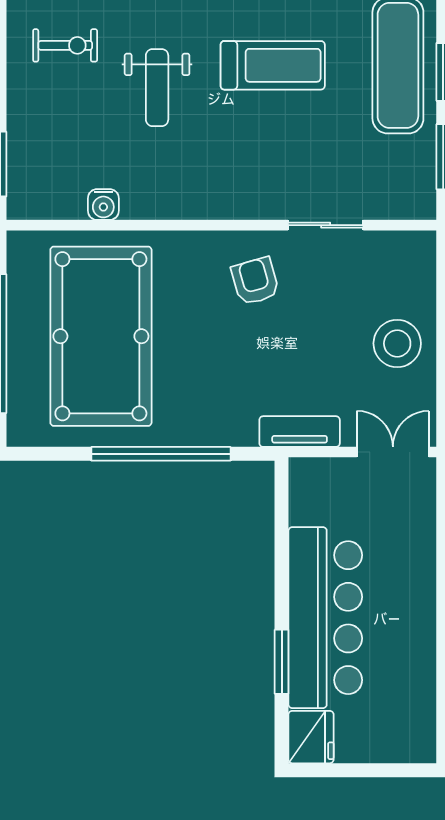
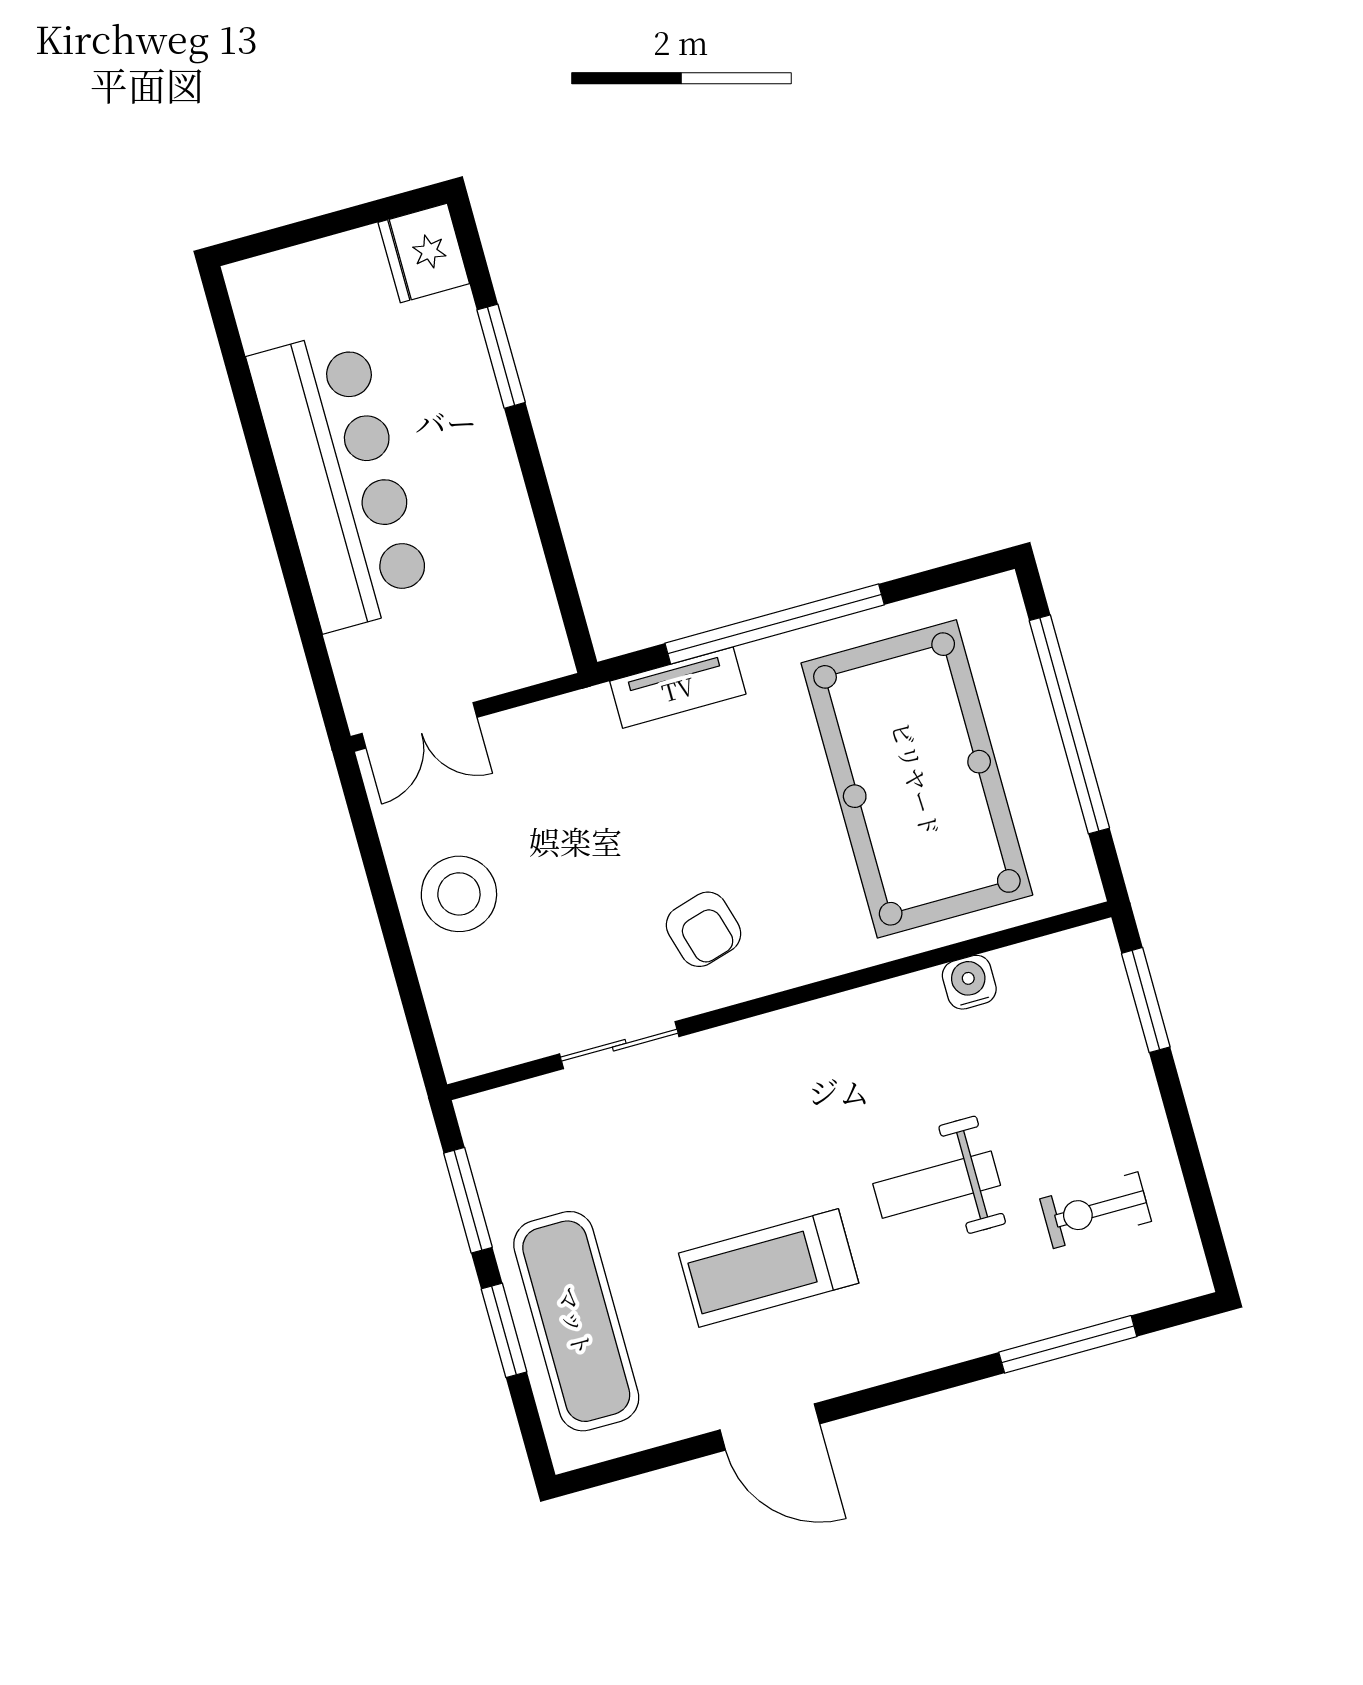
weight bench: (157, 88) -> (937, 1185), turned -90
tv unit: (300, 432) -> (678, 688), moved
bar counter: (325, 618) -> (340, 480), moved, turned 180

